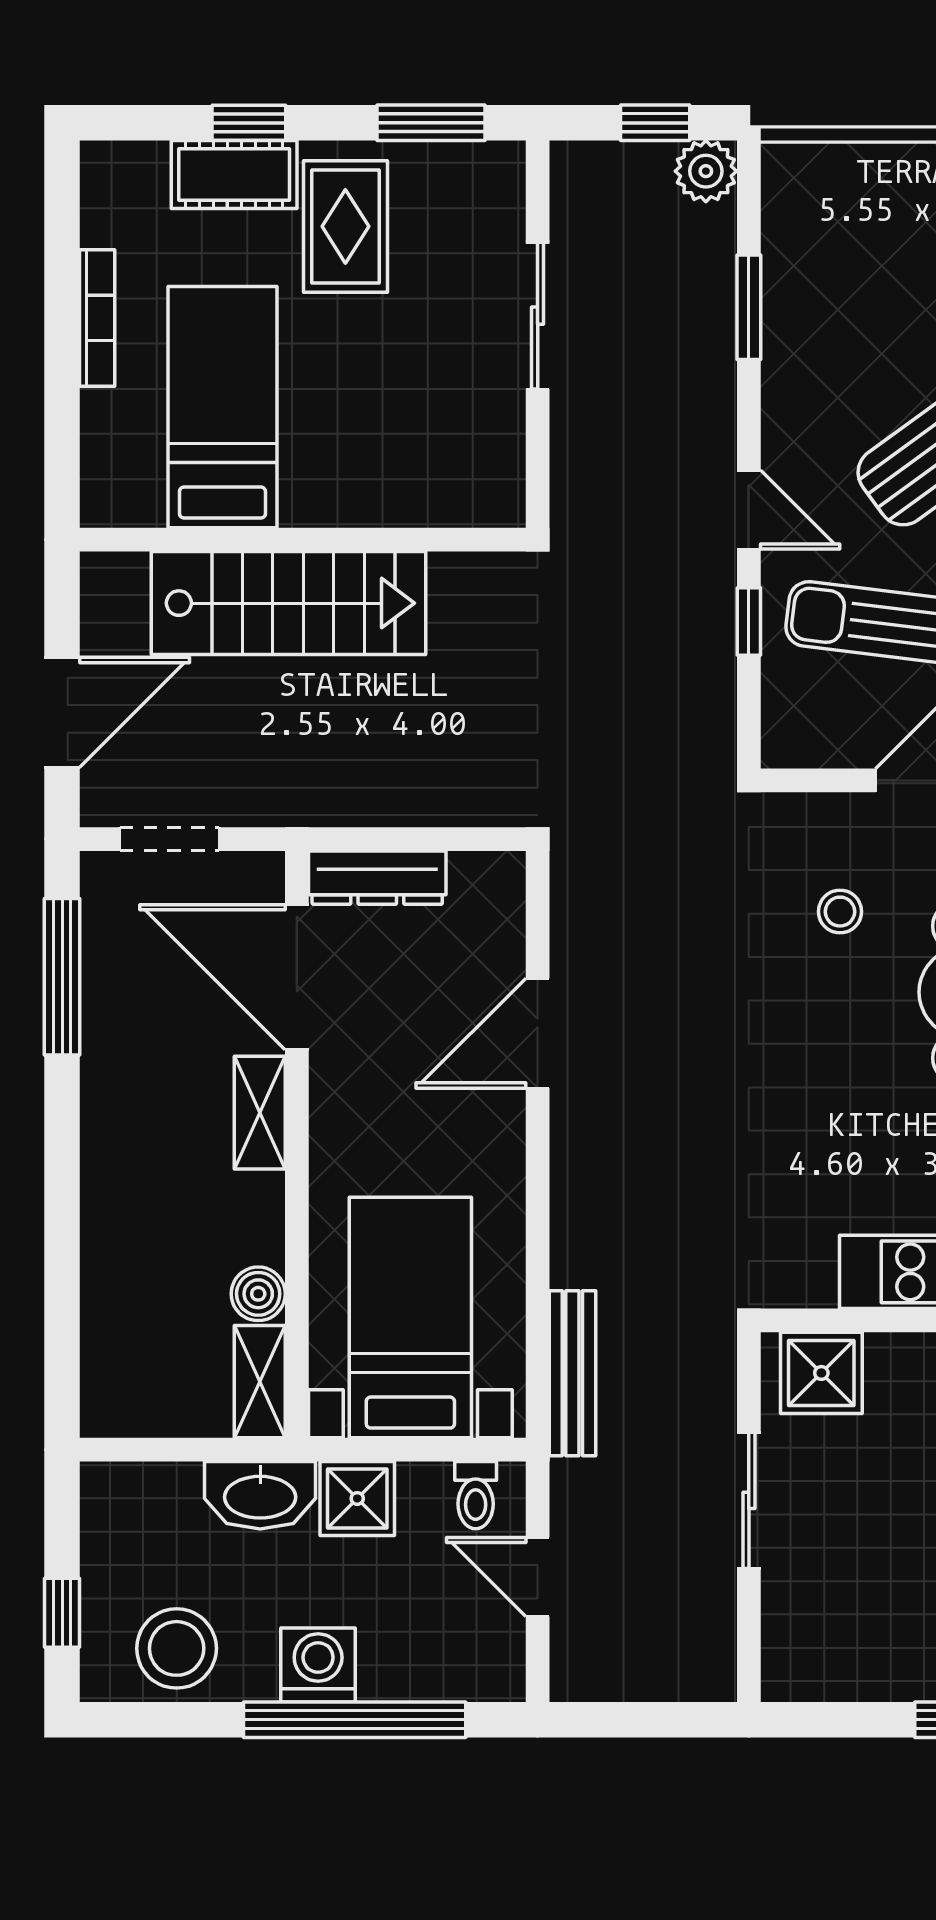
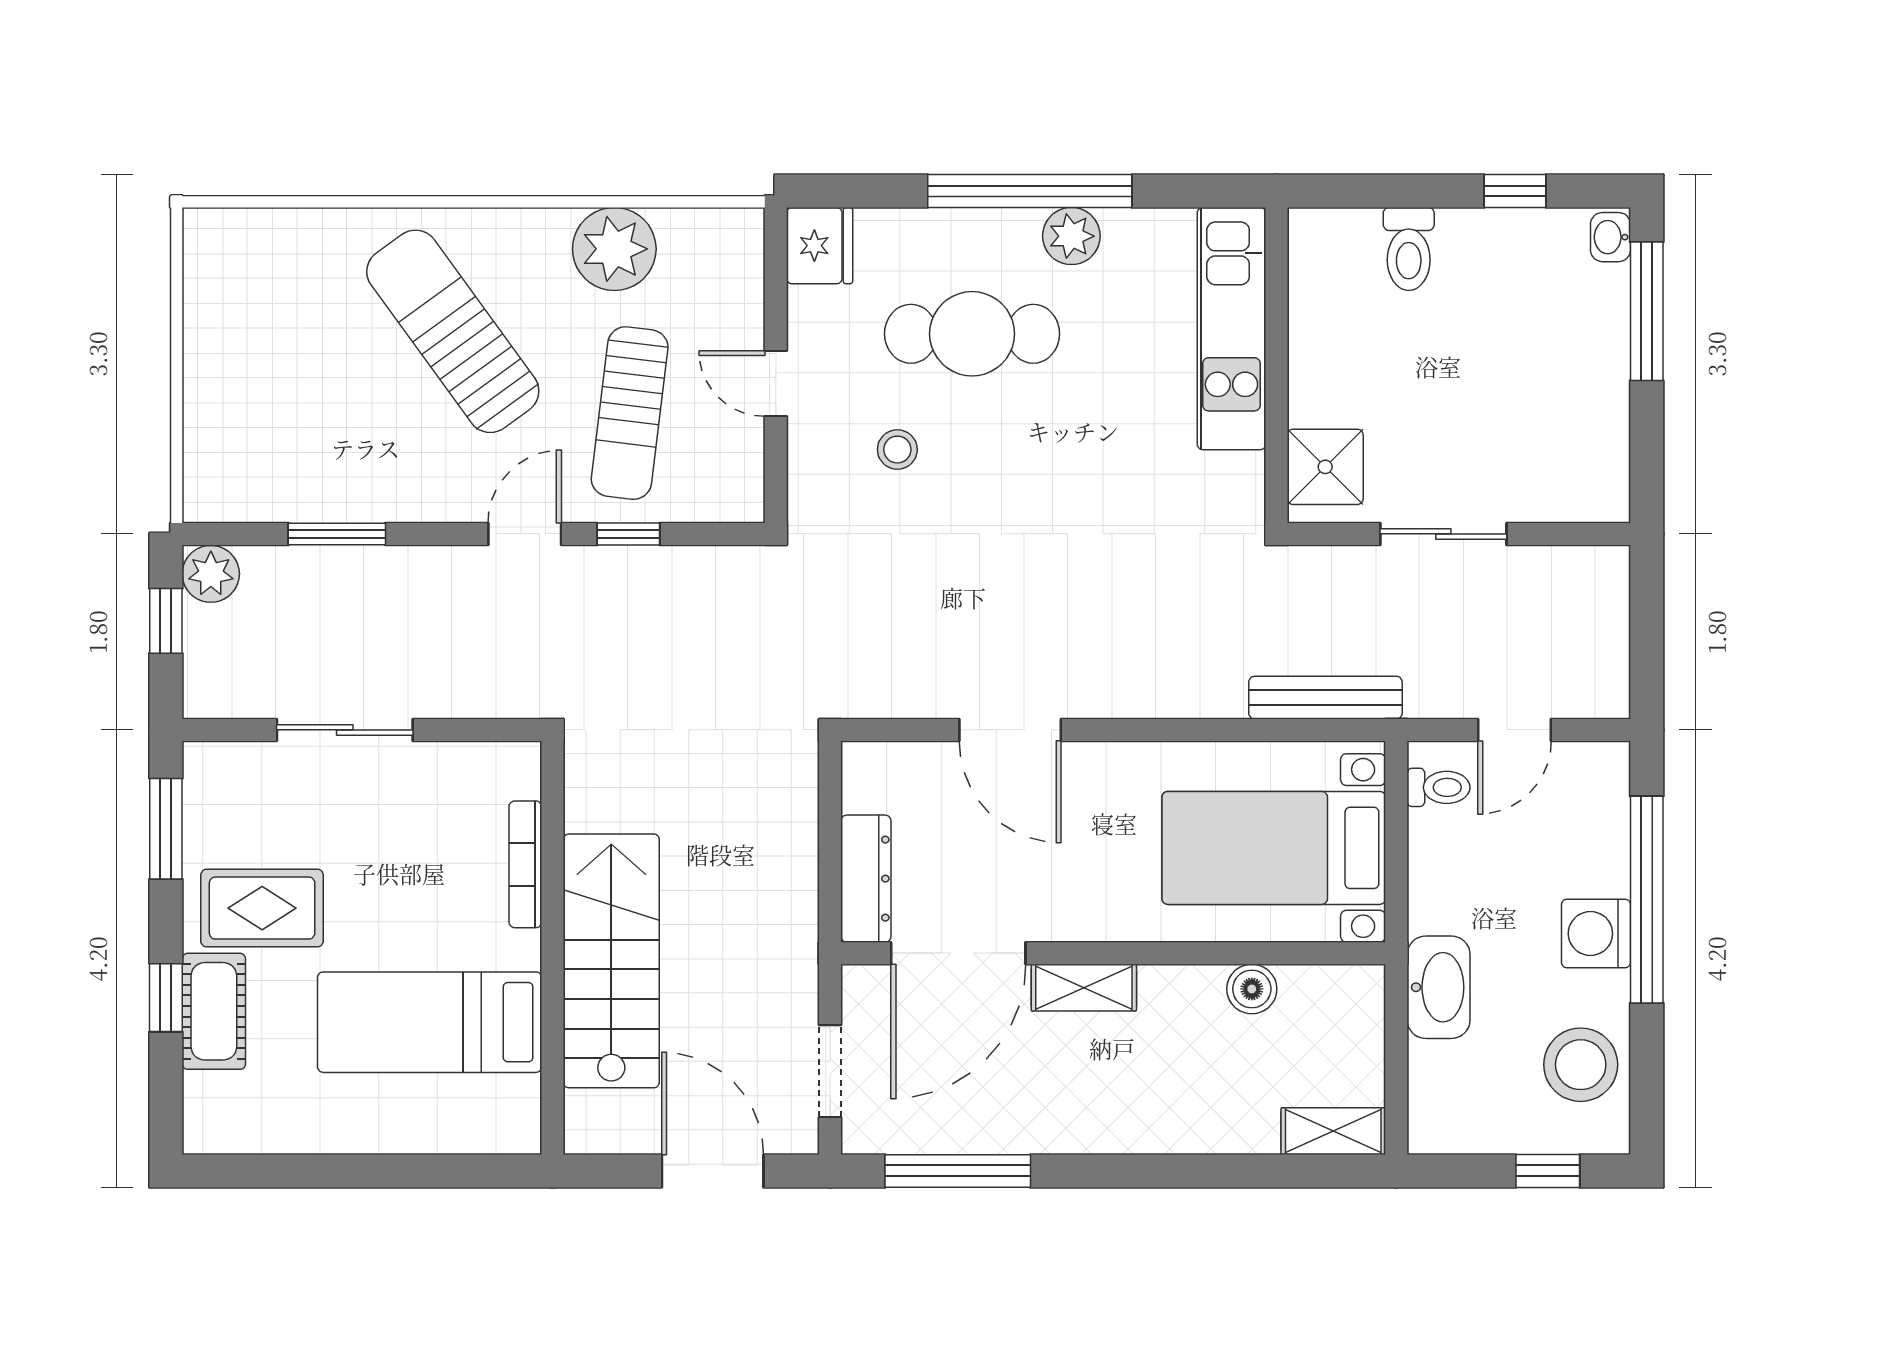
bookcase: (97, 318) -> (525, 864), moved, turned -90
shelving: (260, 1382) -> (1333, 1131), moved
shower: (357, 1498) -> (1442, 897), removed

